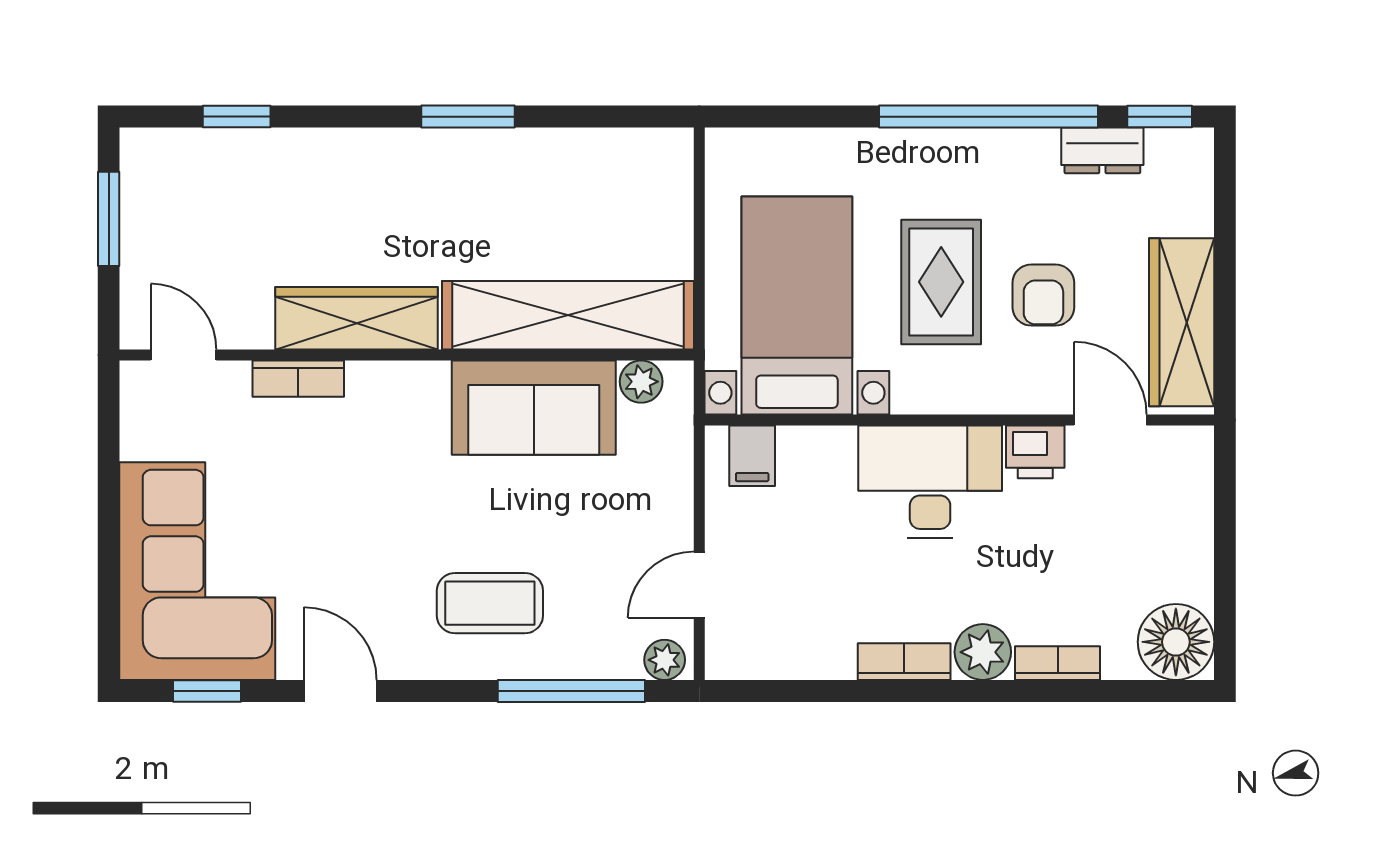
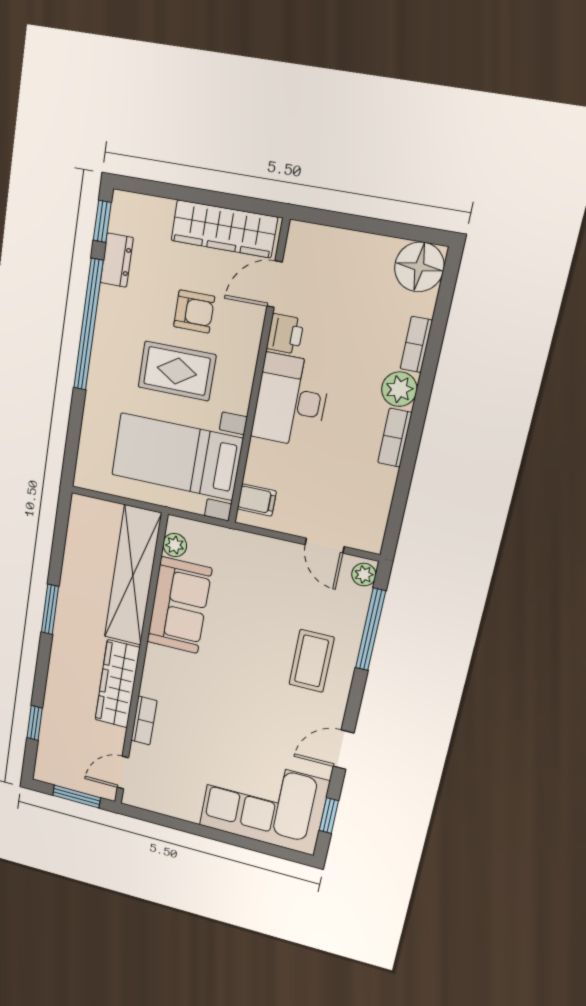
shelving: (568, 315) -> (133, 576), moved
wardrobe: (357, 318) -> (117, 684), moved
door: (184, 355) -> (123, 773), moved
wall: (407, 355) -> (140, 664), moved
bookcase: (298, 379) -> (144, 721), moved
plant: (641, 382) -> (175, 545), moved
sofa: (534, 408) -> (179, 605), moved

